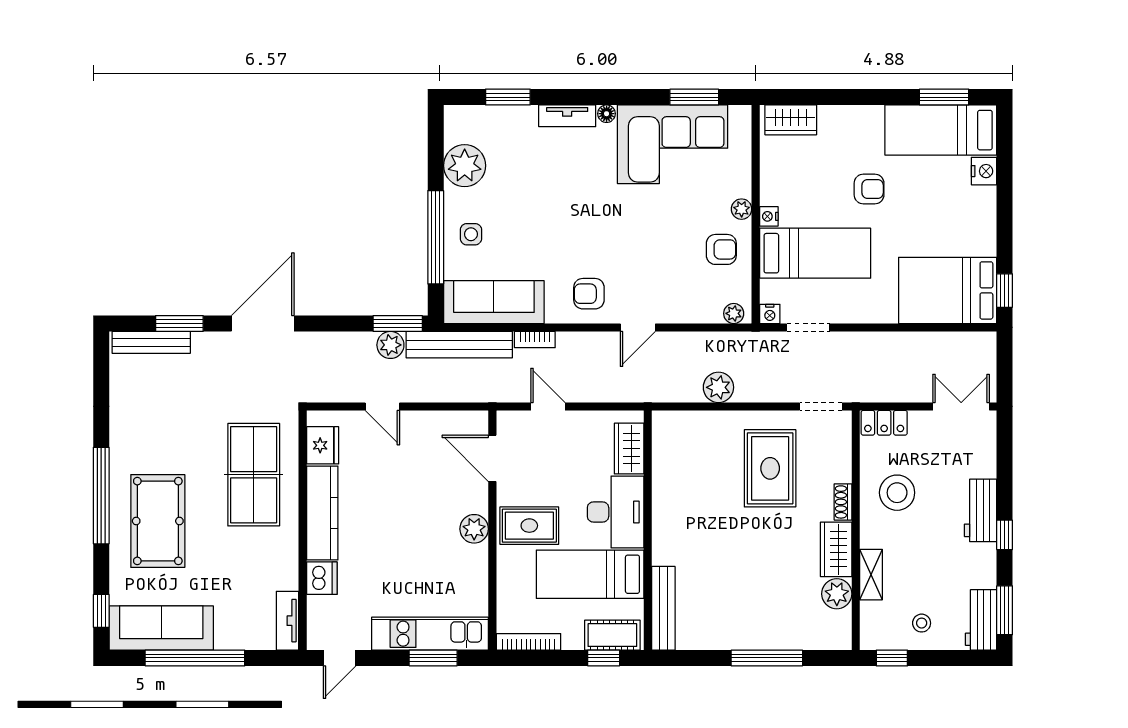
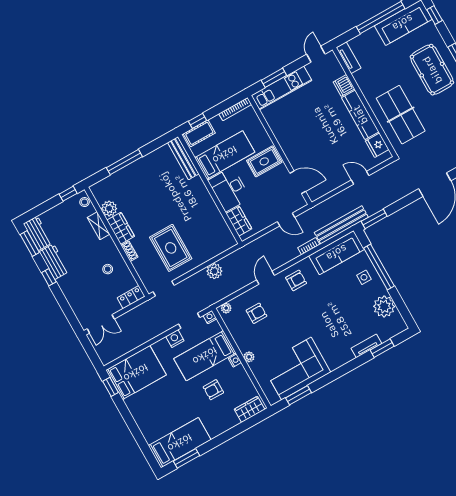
floor lamp: (607, 114) -> (334, 366), removed
tv unit: (567, 116) -> (366, 346), moved
nightstand: (984, 171) -> (175, 339), moved, turned 90
armchair: (869, 189) -> (213, 390), moved
armchair: (721, 249) -> (256, 313), moved, turned 180
plant: (390, 345) -> (372, 207), removed
stool: (897, 493) -> (108, 269), width x0.53, depth x0.53
workbench: (981, 510) -> (54, 262), moved
plant: (474, 529) -> (288, 146), removed
stool: (922, 623) -> (84, 202), moved

